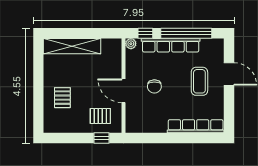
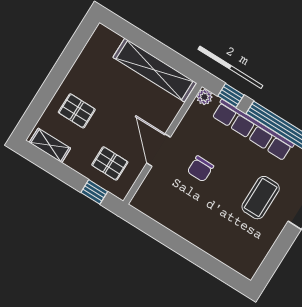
shelving: (72, 46) -> (155, 70), moved
pallet: (62, 98) -> (77, 111), turned 90
row of seats: (196, 126) -> (221, 251), removed
shelving: (59, 127) -> (50, 145), added

